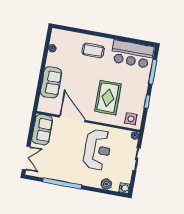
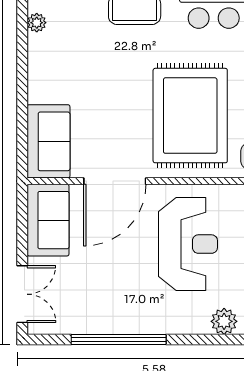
sofa: (51, 82) -> (48, 141), moved
rug: (108, 98) -> (190, 116), width x1.37, depth x1.44
door: (72, 119) -> (115, 181), swing flipped

